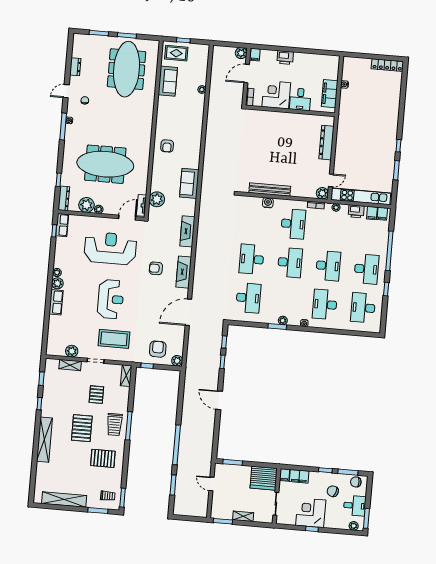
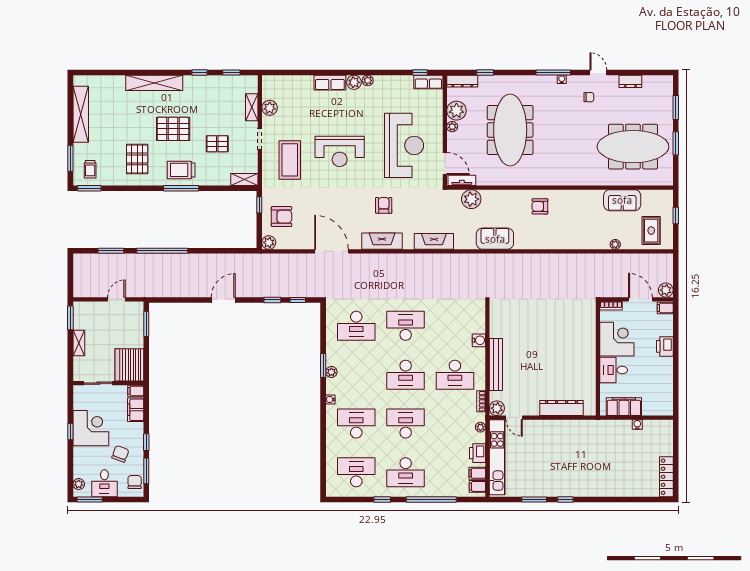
rug: (176, 53) -> (651, 231), moved
bench: (270, 190) -> (496, 365), moved
desk: (328, 266) -> (406, 423), turned 180

